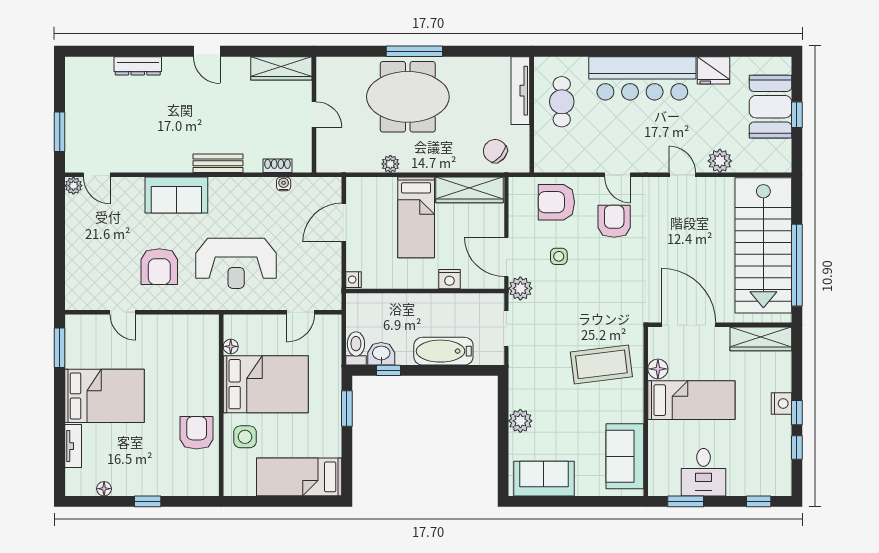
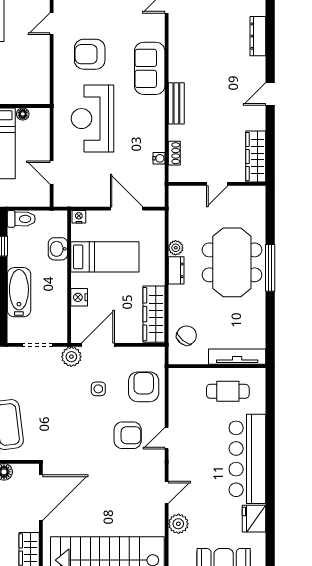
dresser: (417, 163) -> (176, 270), added
bed: (416, 217) -> (105, 257), moved, turned 180
washbasin: (381, 354) -> (58, 249), moved, turned 180

